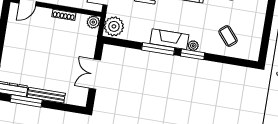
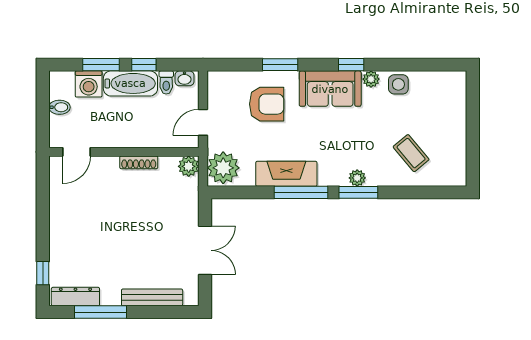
fireplace: (169, 39) -> (286, 174), moved
double door: (95, 74) -> (205, 250), swing flipped
bench: (46, 95) -> (152, 297), moved

